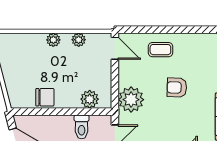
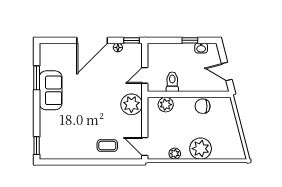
plant: (53, 40) -> (201, 149), width x1.87, depth x1.87
armchair: (177, 88) -> (94, 114), removed

